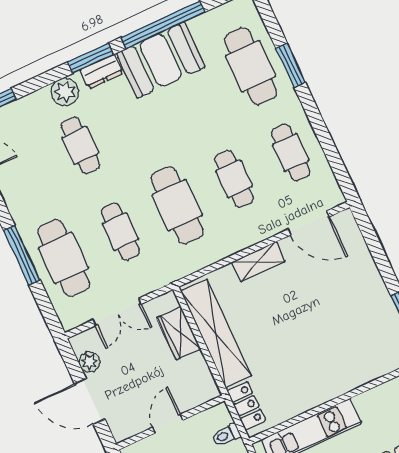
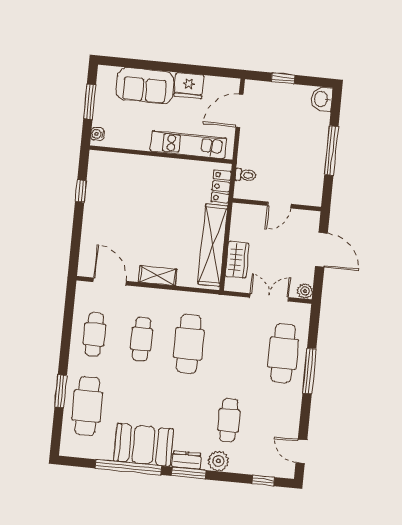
cafe table: (120, 232) -> (236, 349), removed
plant: (89, 362) -> (305, 291), moved

